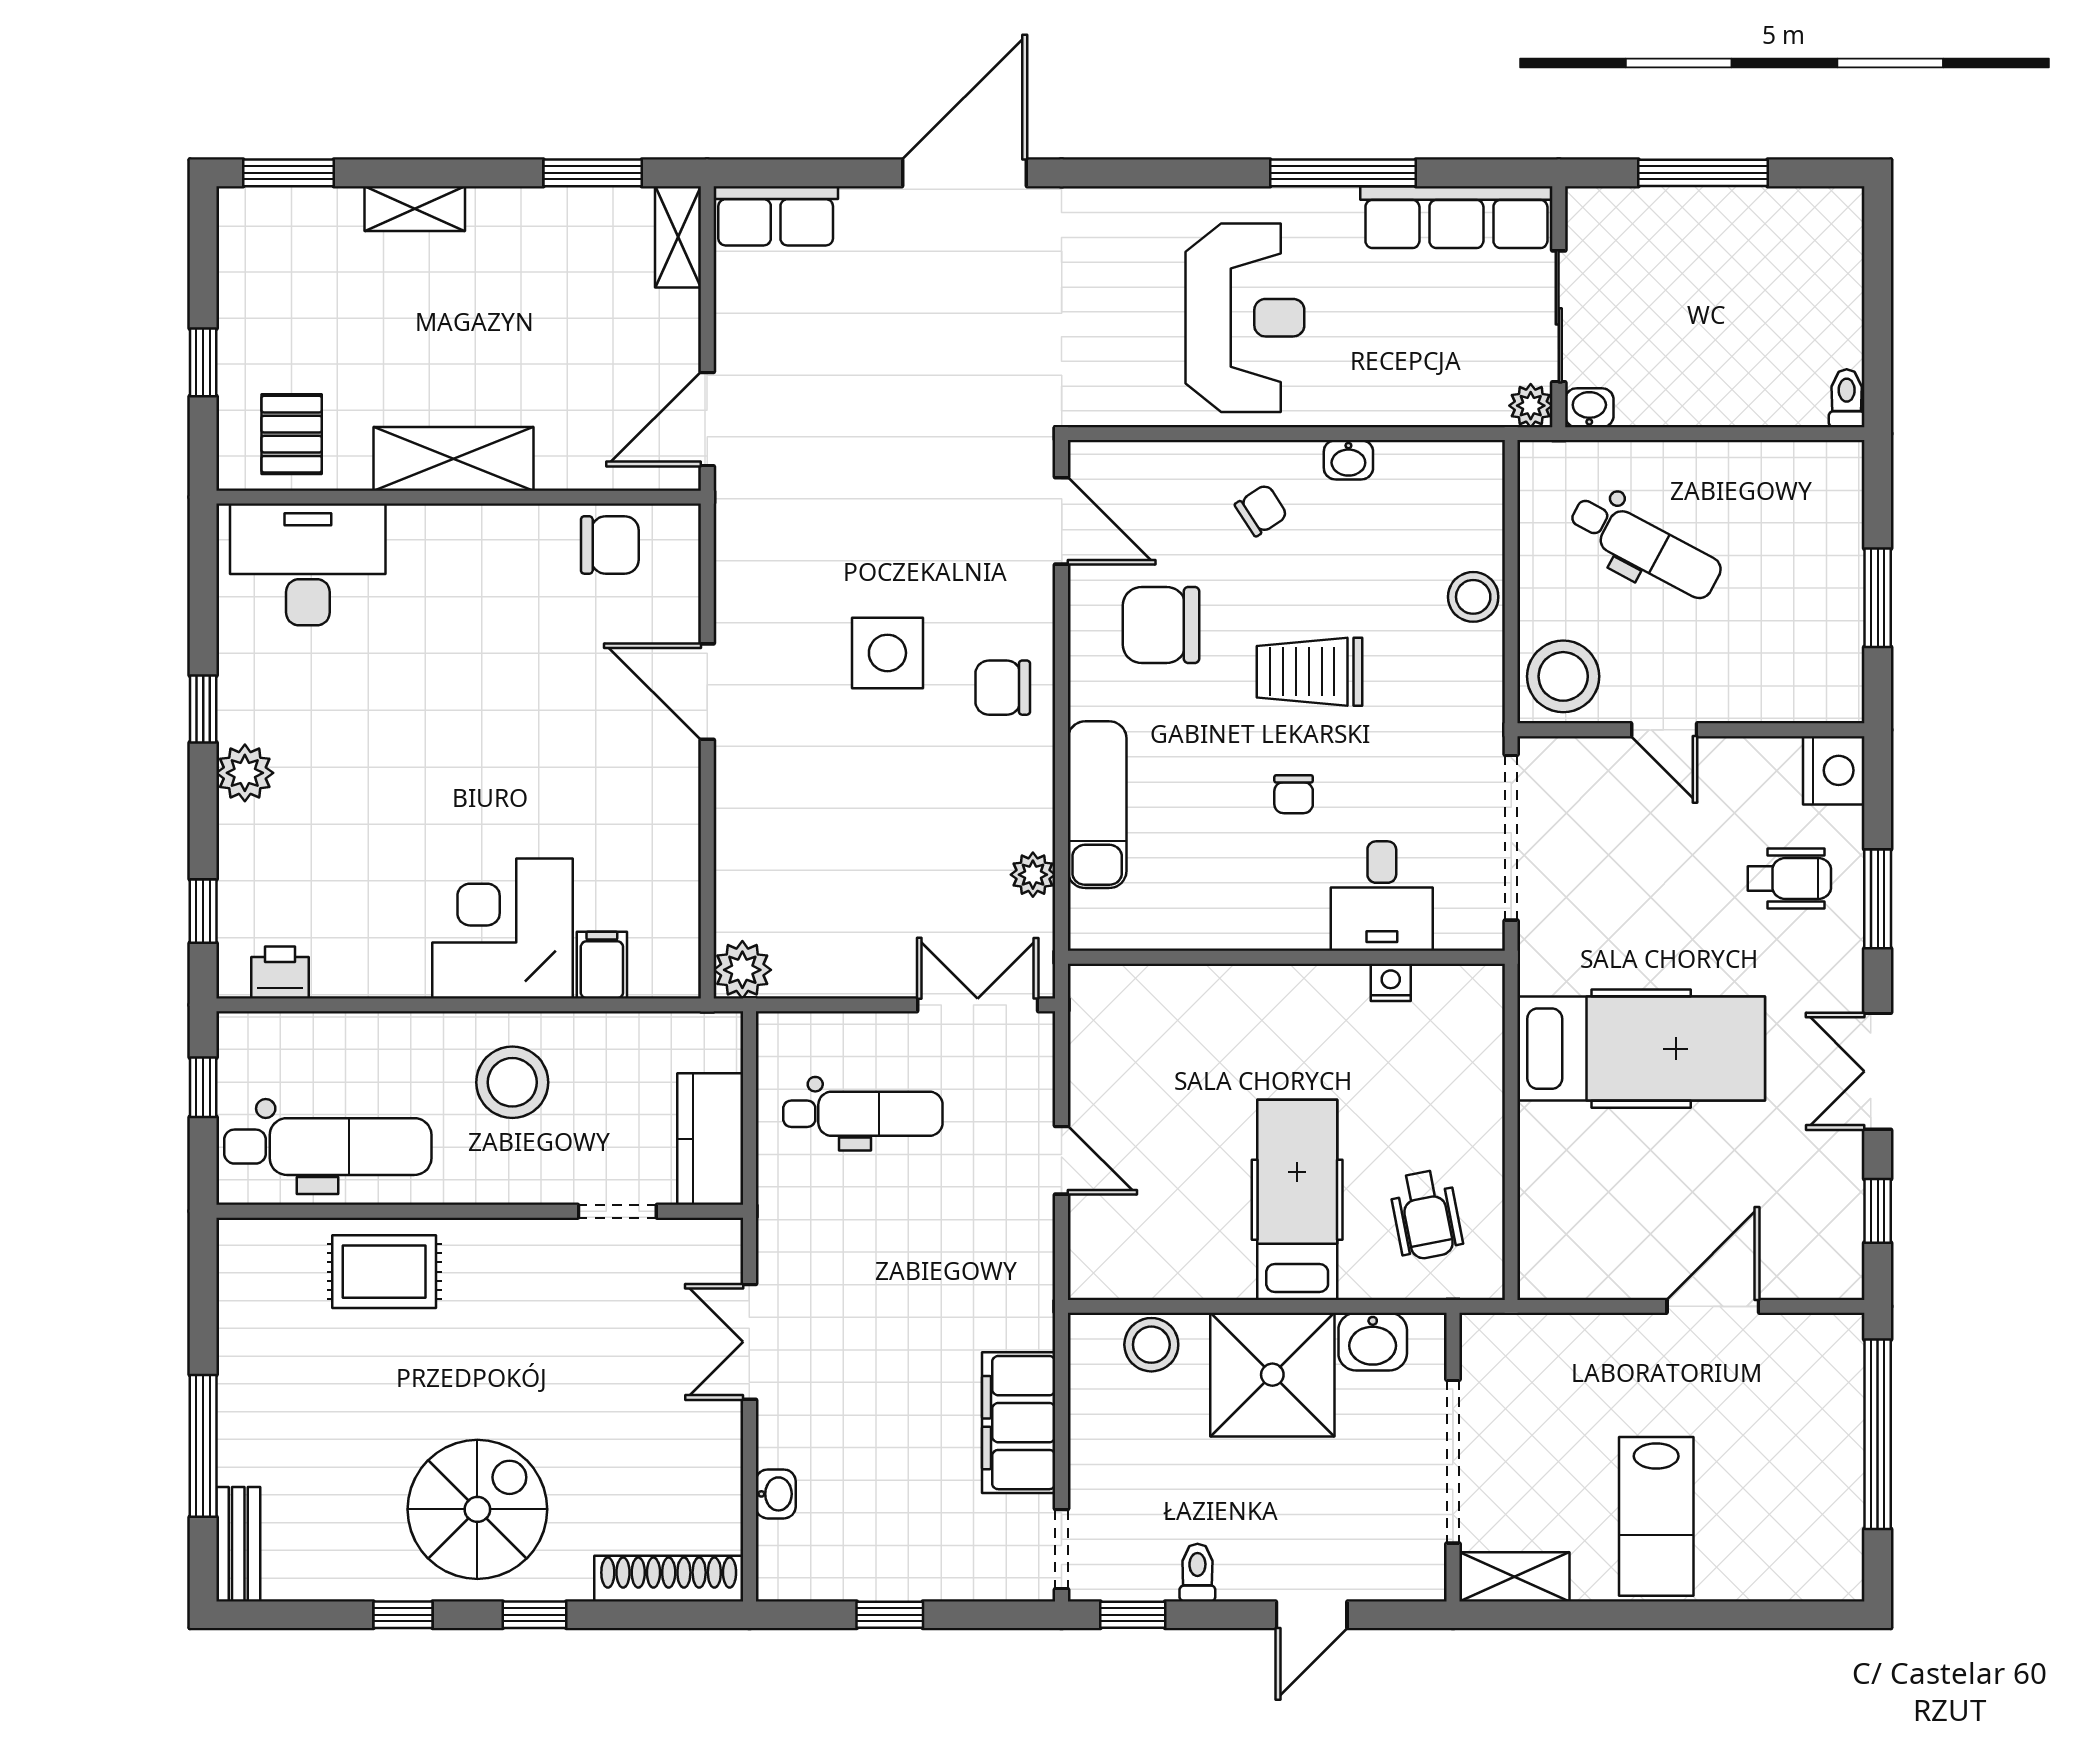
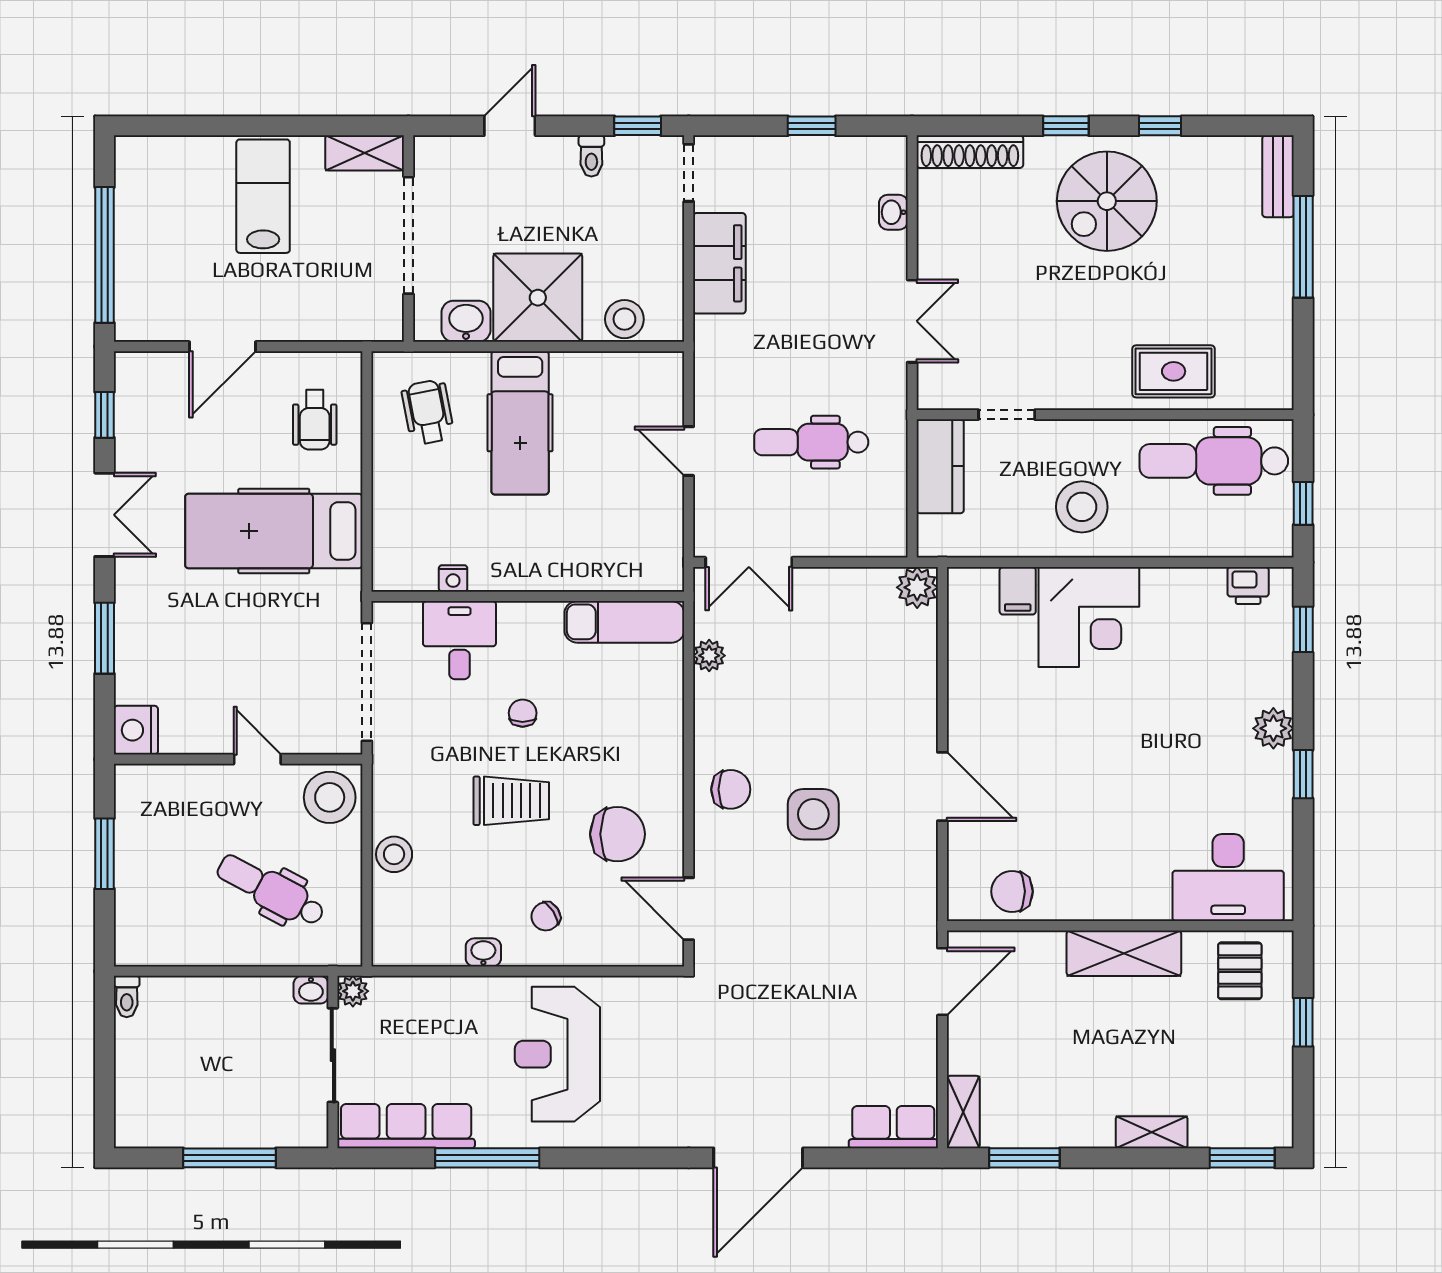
exam couch: (1097, 805) -> (624, 622), moved, turned -90
wheelchair: (1789, 878) -> (315, 420), moved, turned -90
dental chair: (863, 1114) -> (811, 442), moved

